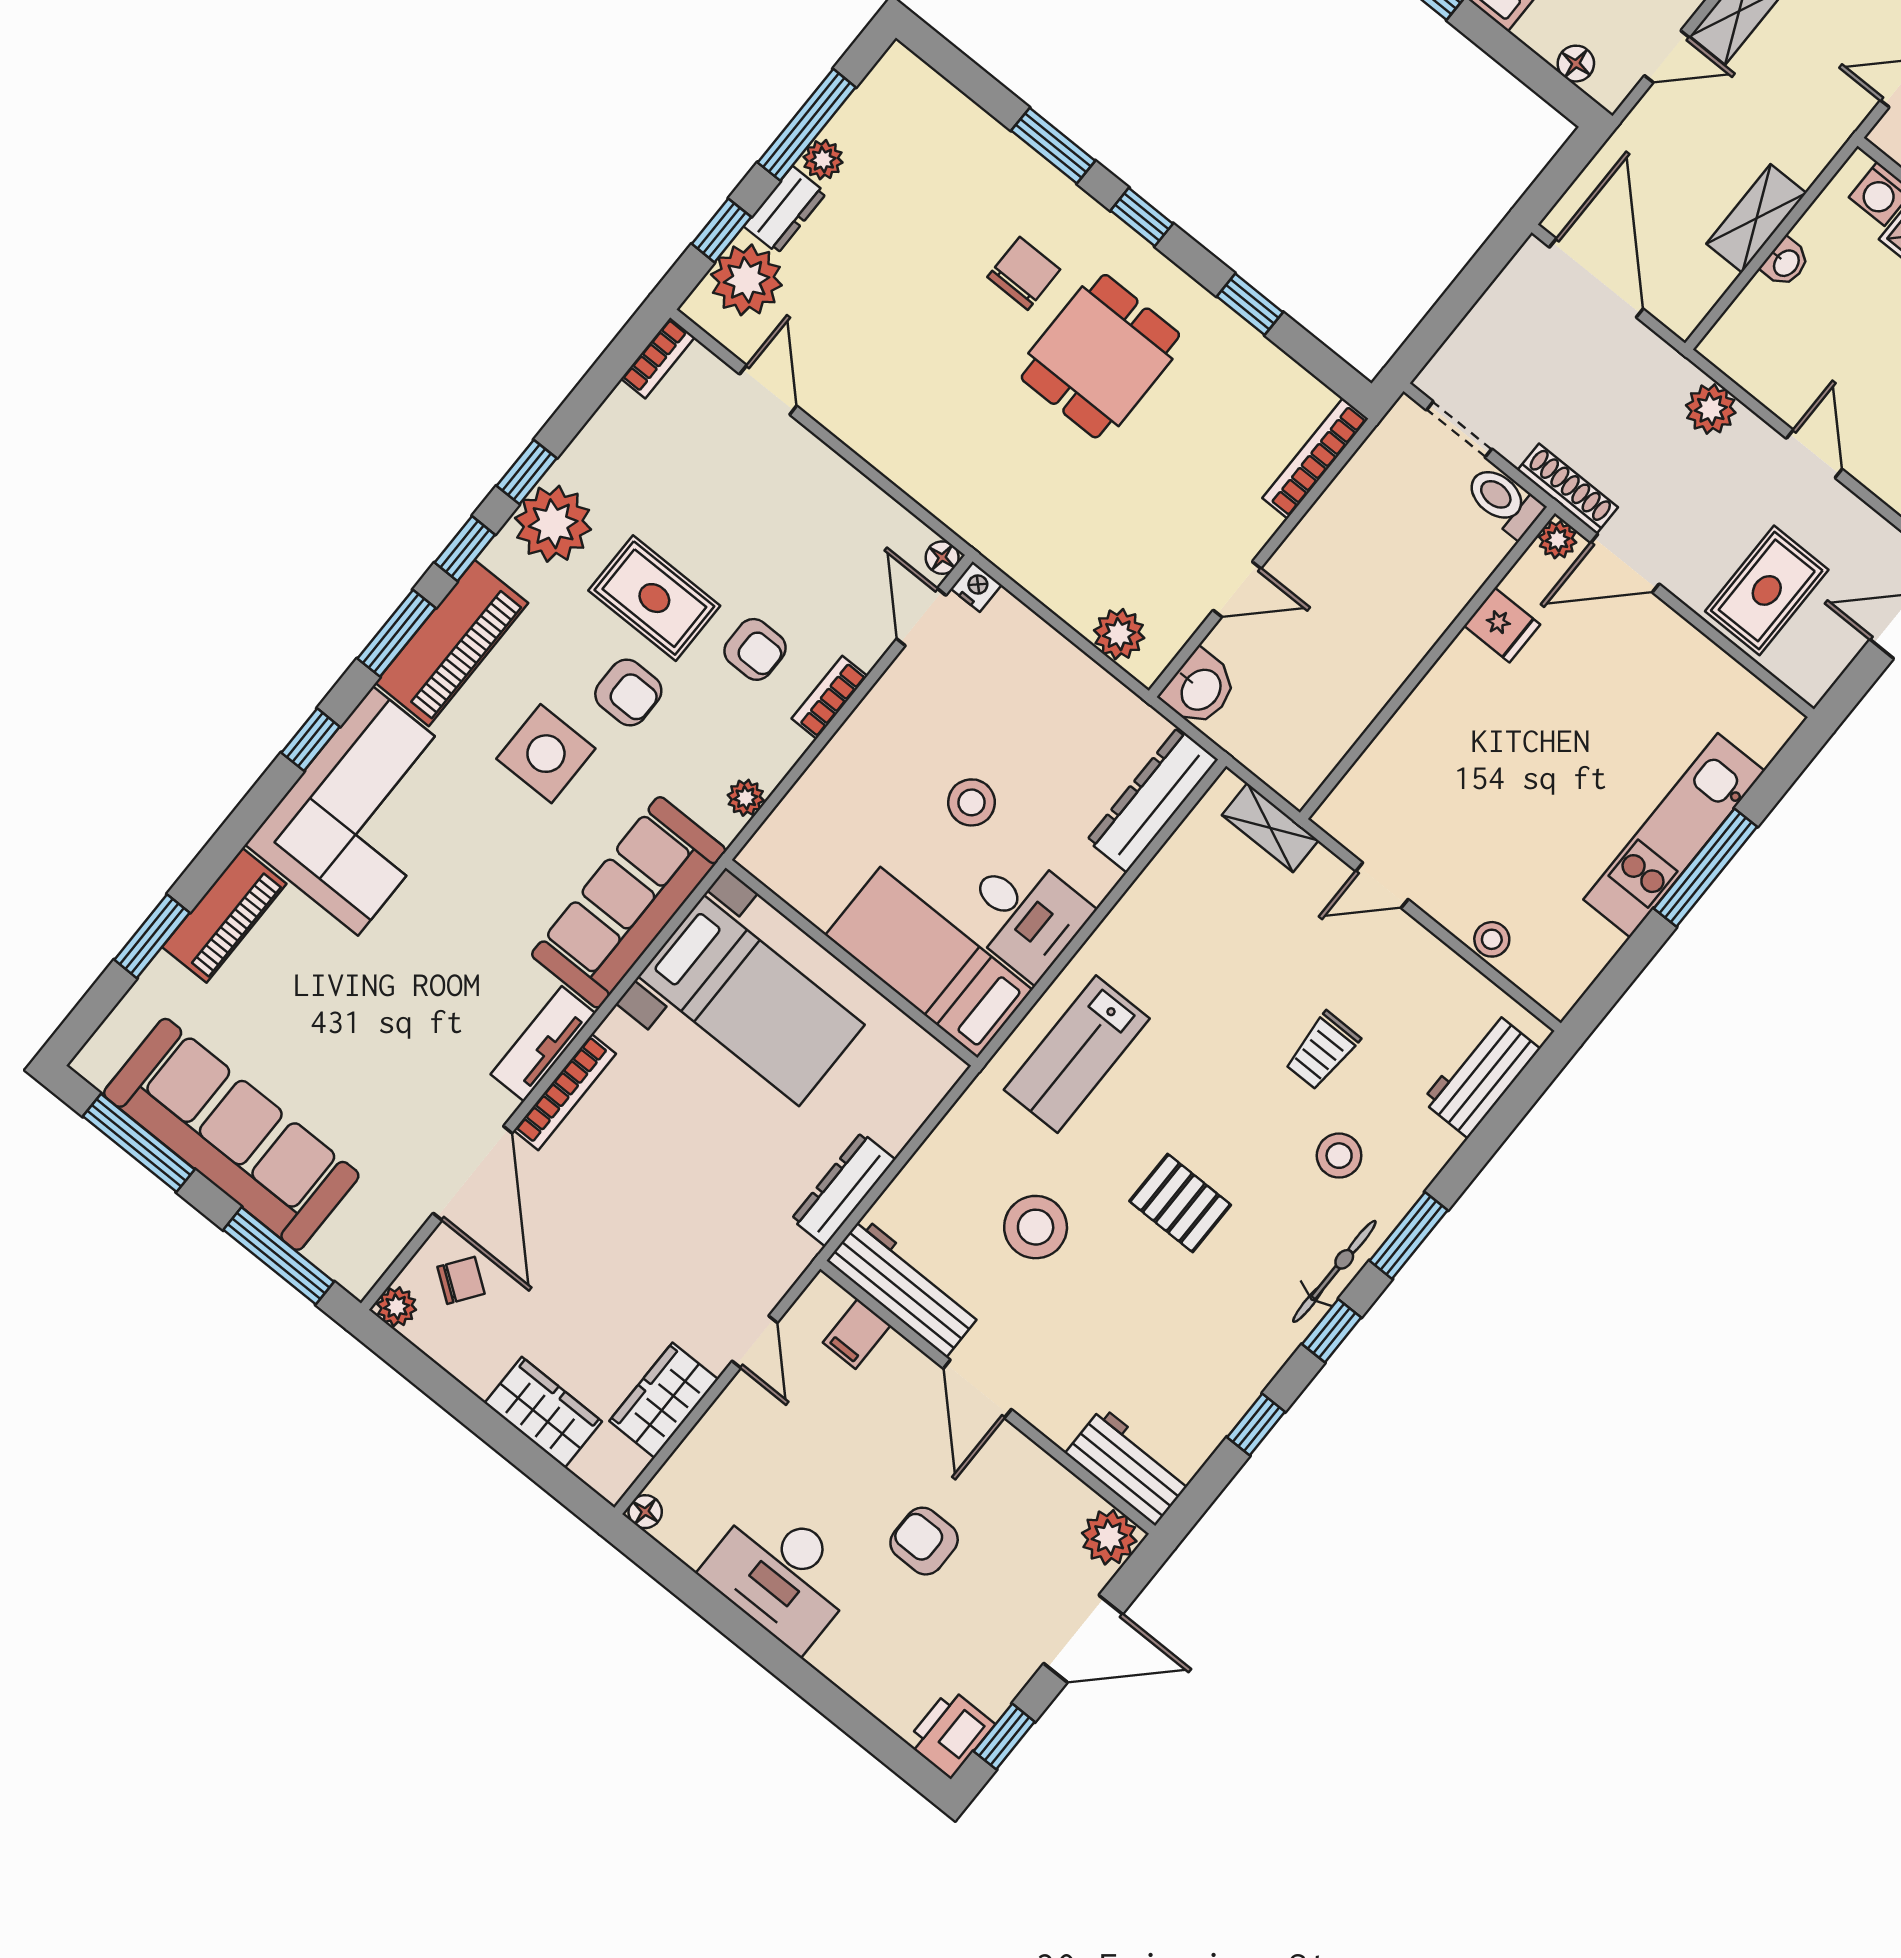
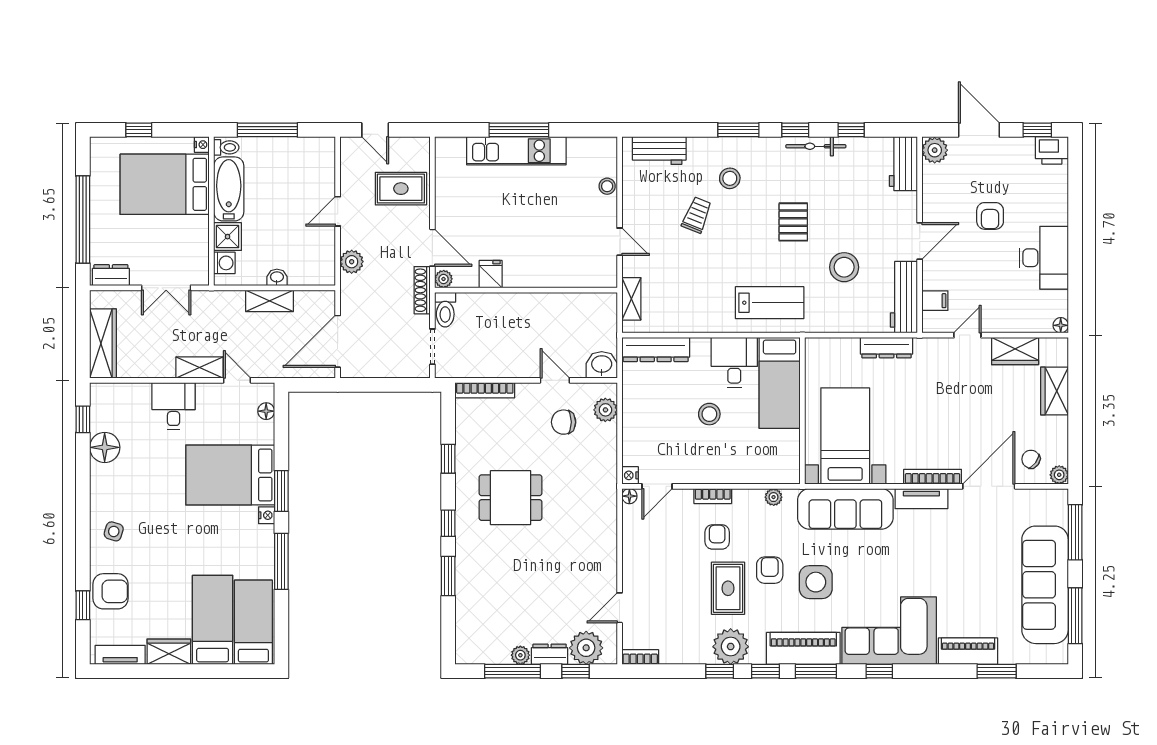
chair: (1024, 273) -> (564, 422), moved
trolley: (1322, 1051) -> (697, 215), turned -68
bicycle: (1334, 1271) -> (816, 146), moved

